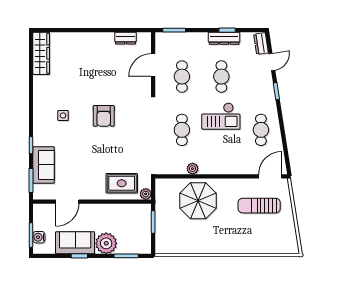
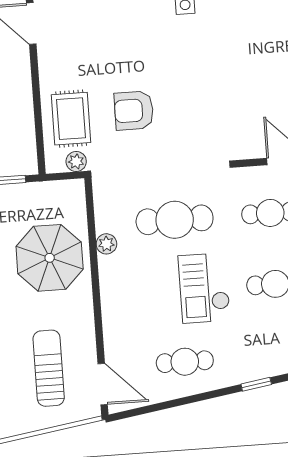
armchair: (104, 116) -> (134, 111), moved
cafe table: (182, 130) -> (175, 220), width x1.37, depth x1.35
plant: (146, 194) -> (76, 162), moved

